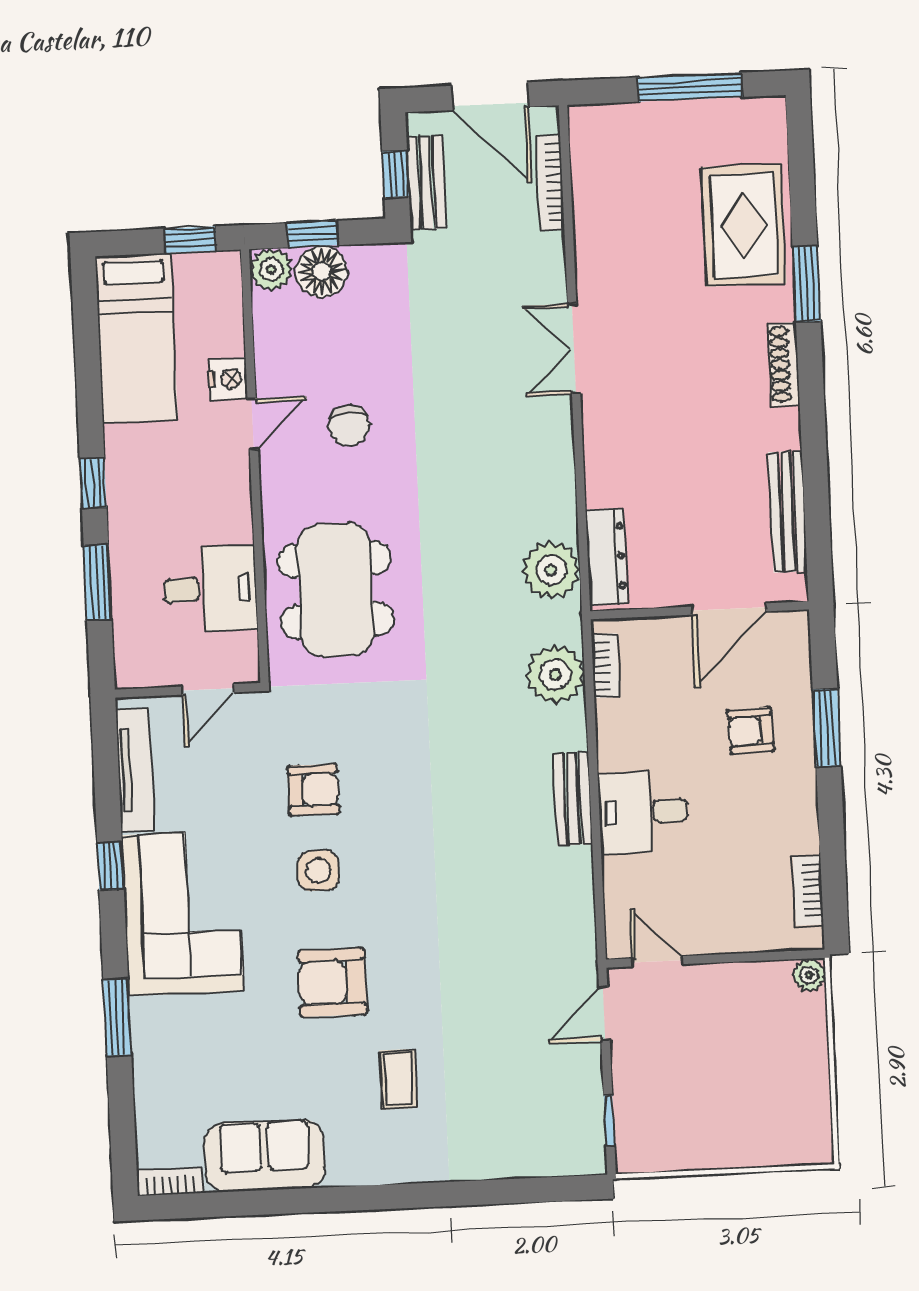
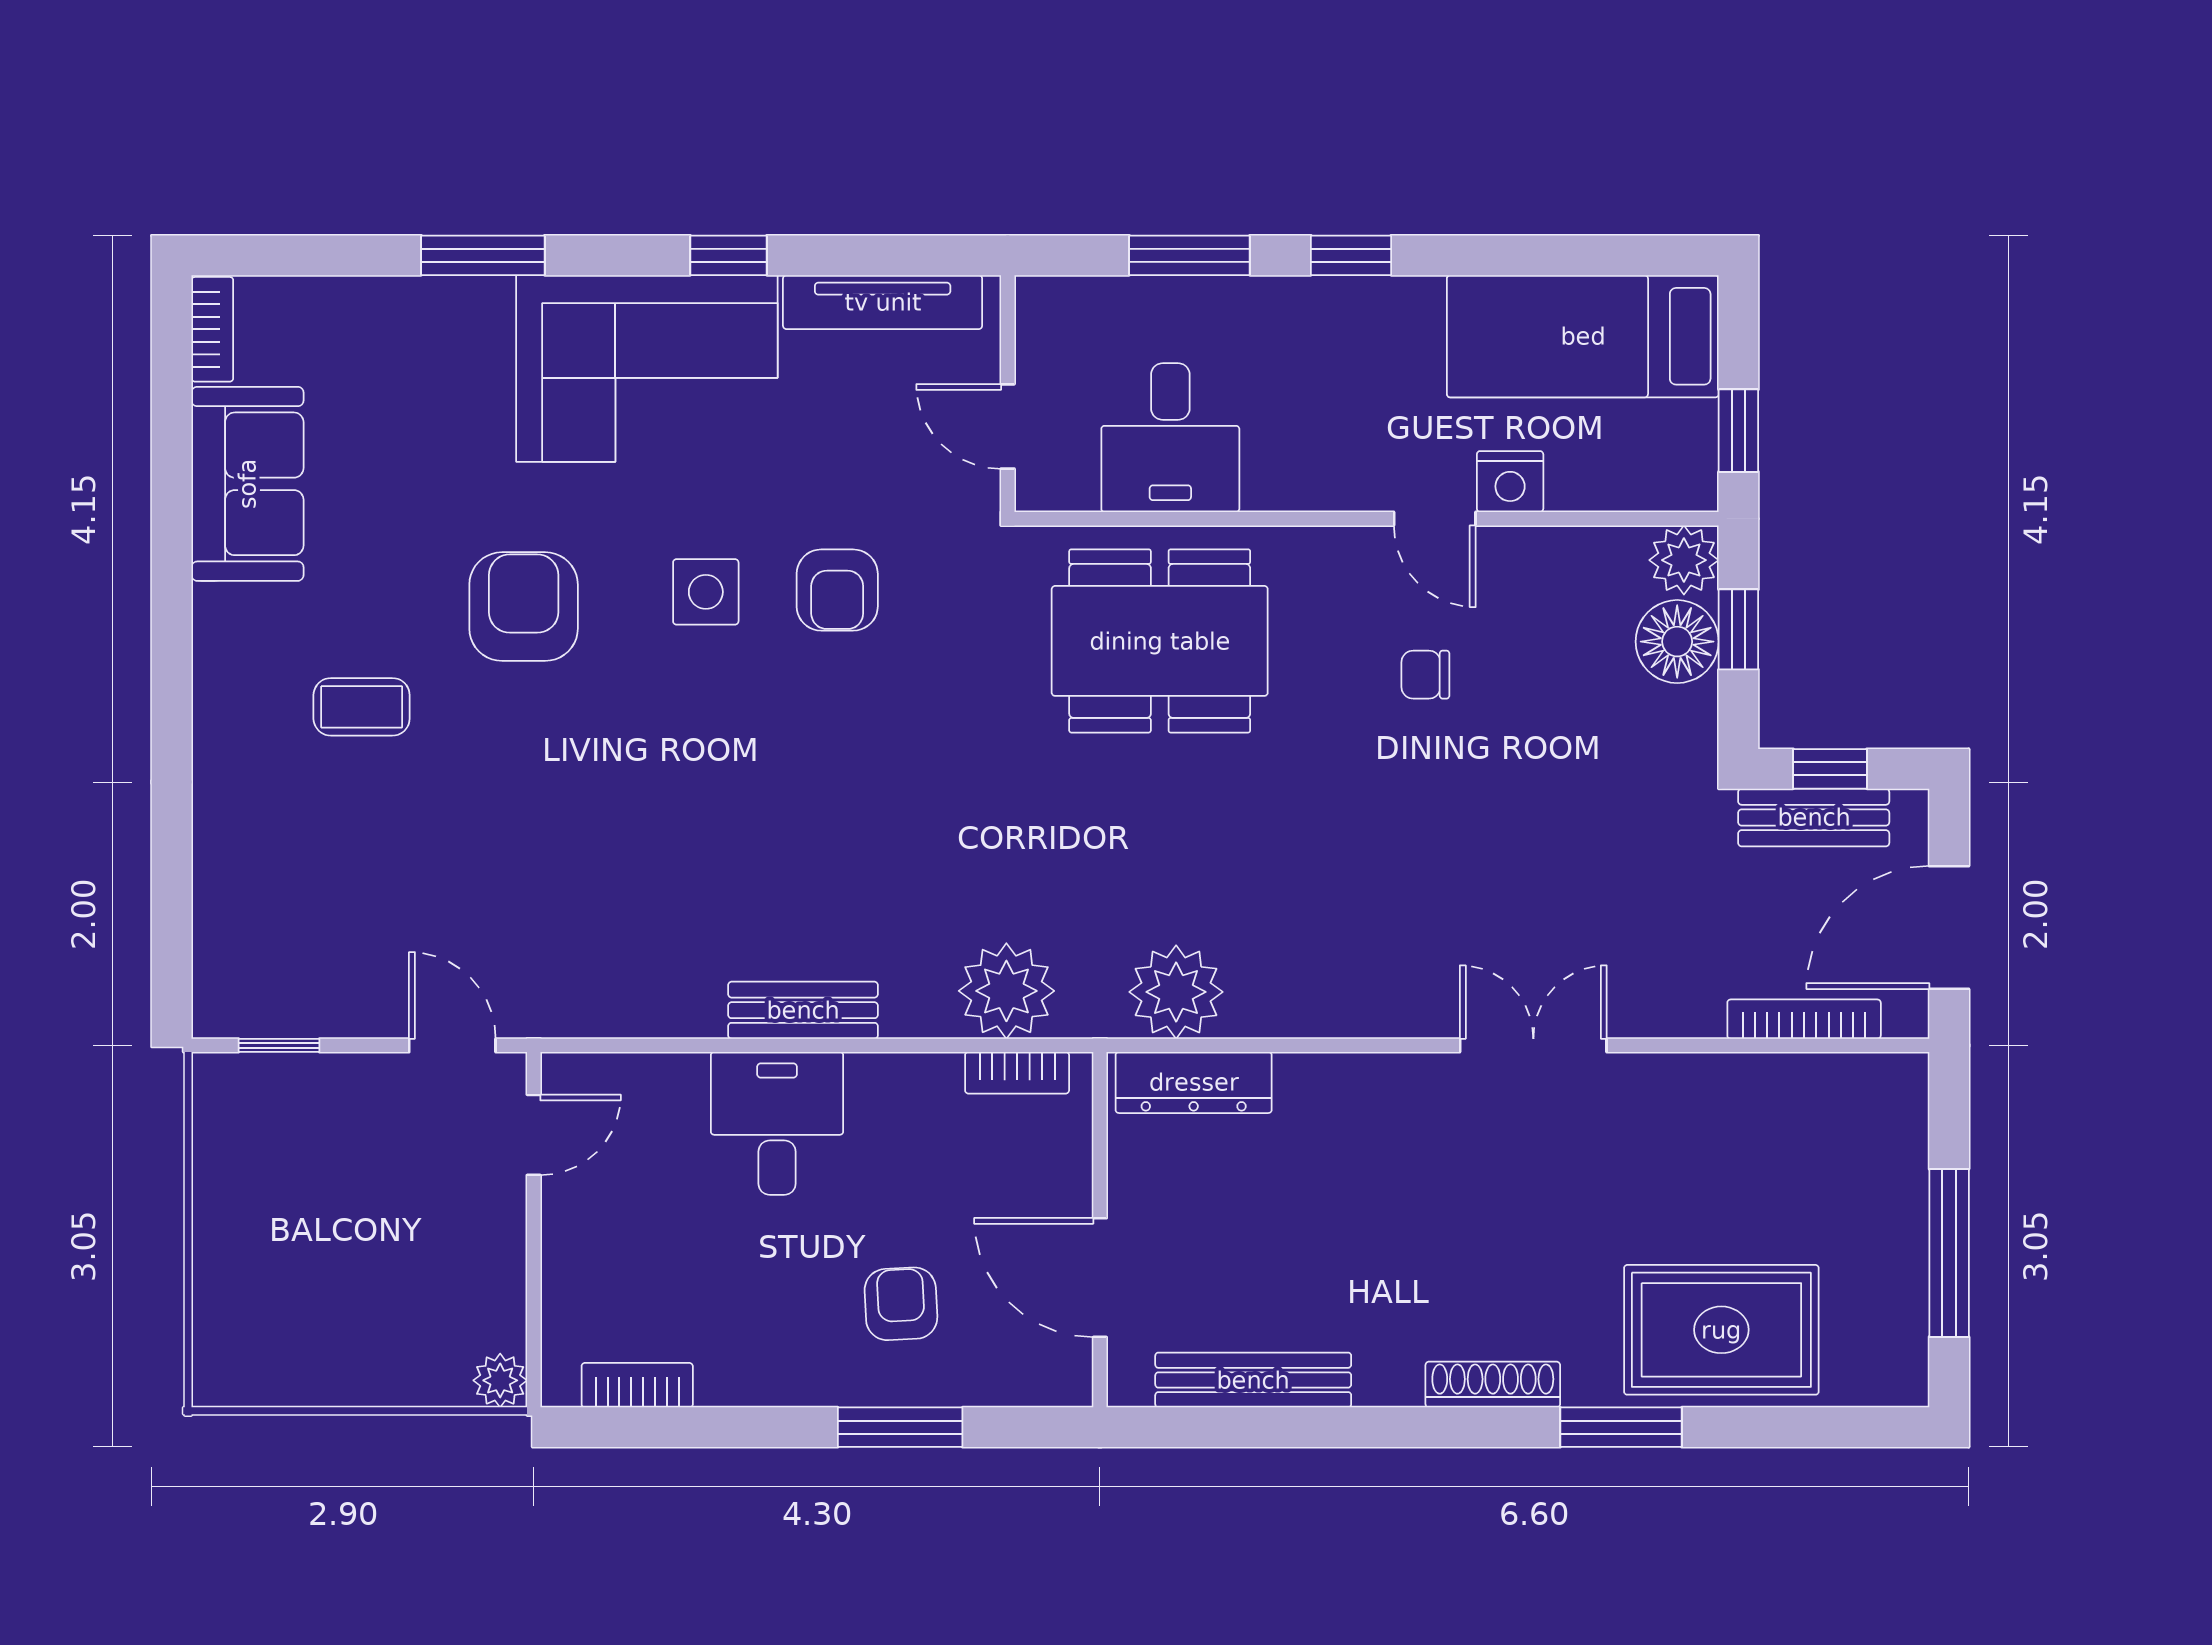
chair: (349, 426) -> (1425, 675), width x0.73, depth x0.73

